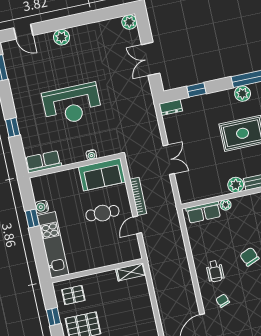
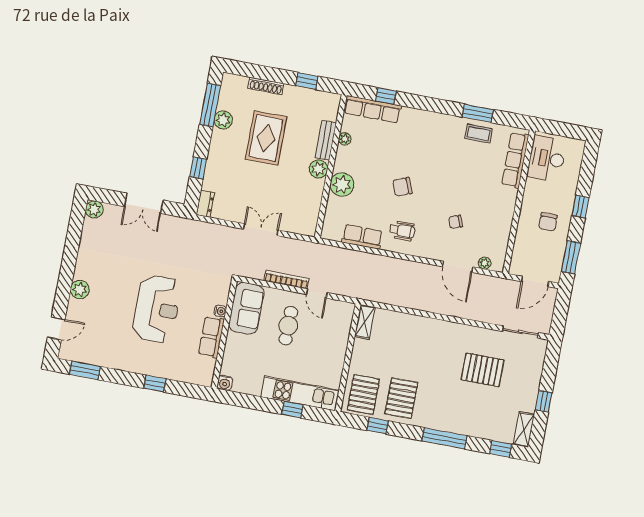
row of seats: (43, 162) -> (211, 337), moved
plant: (226, 205) -> (342, 185), width x1.88, depth x1.88
water cooler: (42, 207) -> (225, 383), moved
row of seats: (203, 212) -> (362, 237), moved, turned -90
window: (32, 218) -> (292, 410), moved
pallet: (73, 295) -> (363, 394), width x1.50, depth x1.42
chair: (223, 301) -> (456, 222), moved

